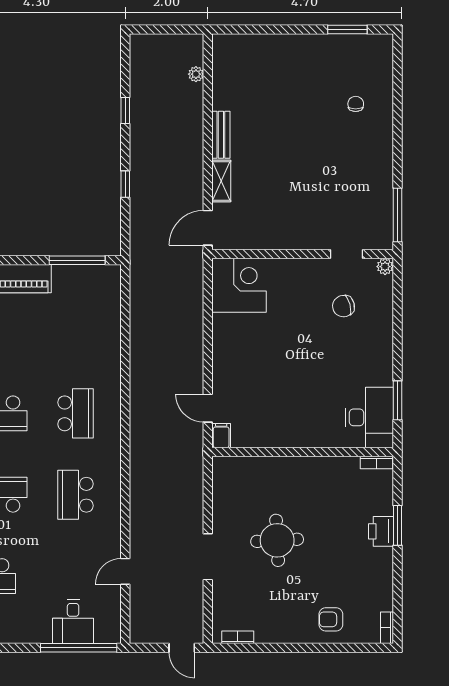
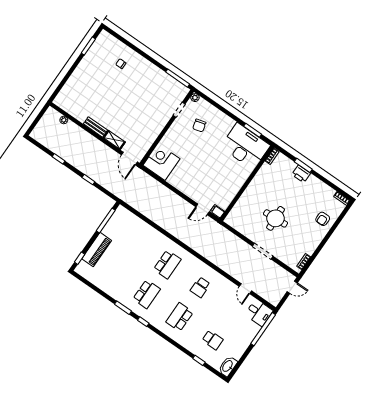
school desk: (75, 413) -> (167, 264), turned 90
desk: (369, 417) -> (245, 146), width x1.36, depth x1.30
school desk: (75, 495) -> (200, 287), width x0.54
desk: (73, 622) -> (259, 313), moved

